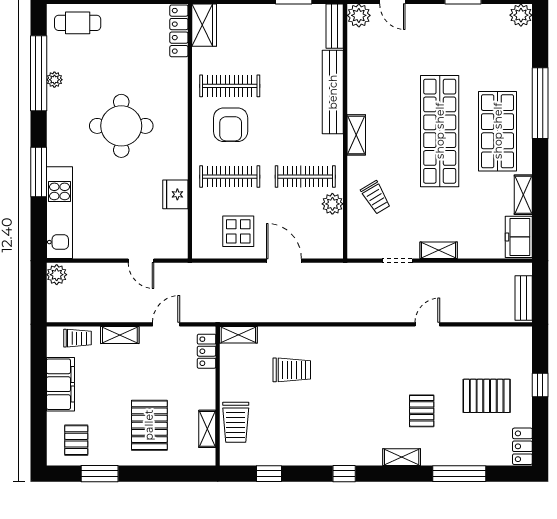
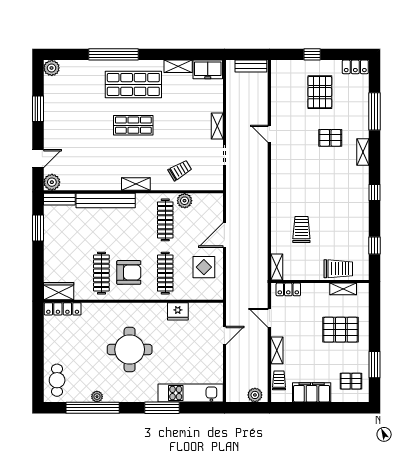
shop shelf: (440, 131) -> (133, 125), width x0.50, depth x0.74
plant: (57, 275) -> (255, 395), moved

